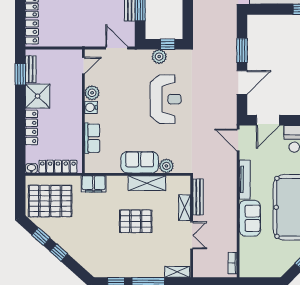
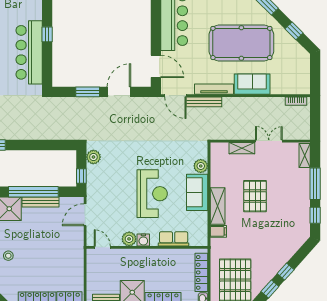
window: (168, 44) -> (81, 176), moved
plant: (159, 57) -> (93, 157), moved
door: (242, 82) -> (119, 92), hinge flipped
reception desk: (166, 99) -> (152, 194), moved, turned 90
door: (238, 140) -> (175, 96), hinge flipped
shelving: (147, 183) -> (218, 206), moved
filing cabinet: (94, 184) -> (218, 231), width x0.50
bench: (198, 197) -> (204, 102), moved

